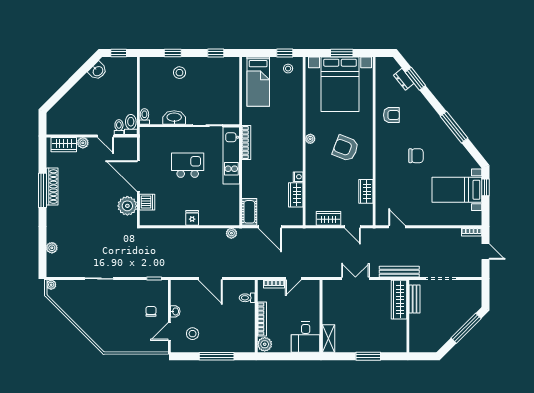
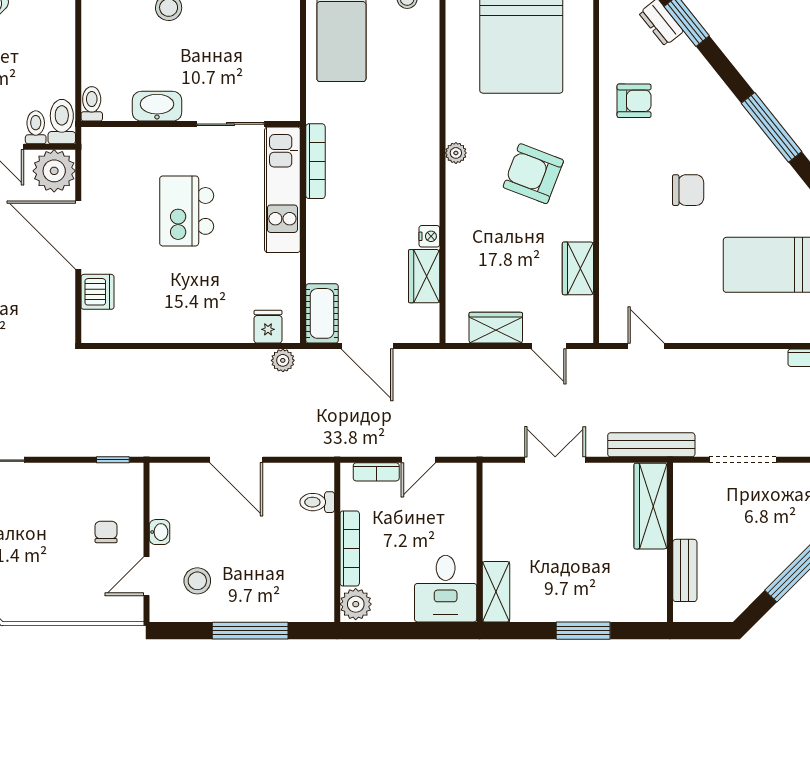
kitchen island: (188, 165) -> (187, 211), turned -90
plant: (127, 206) -> (54, 171), moved
fridge: (192, 218) -> (268, 327), moved
bench: (415, 299) -> (685, 570), moved

